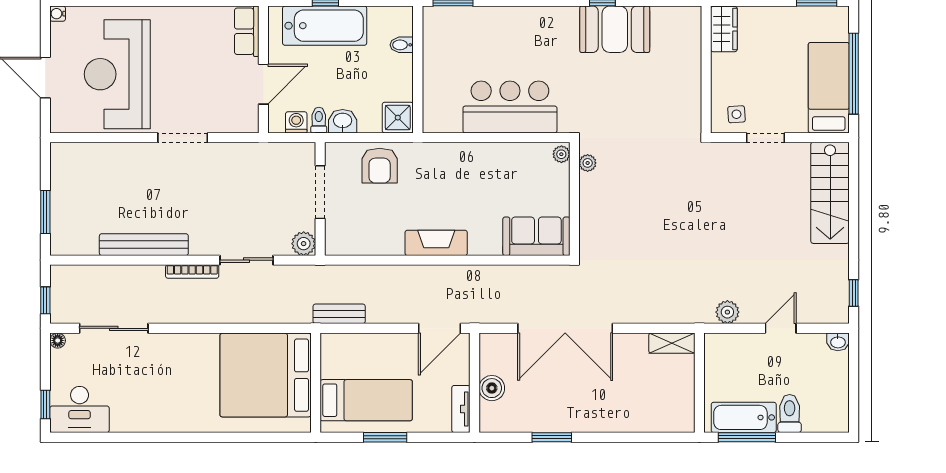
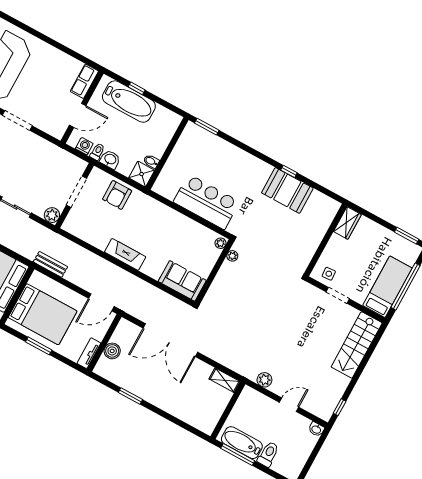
bidet: (402, 45) -> (151, 161), moved
bed: (366, 400) -> (43, 314), width x1.50

